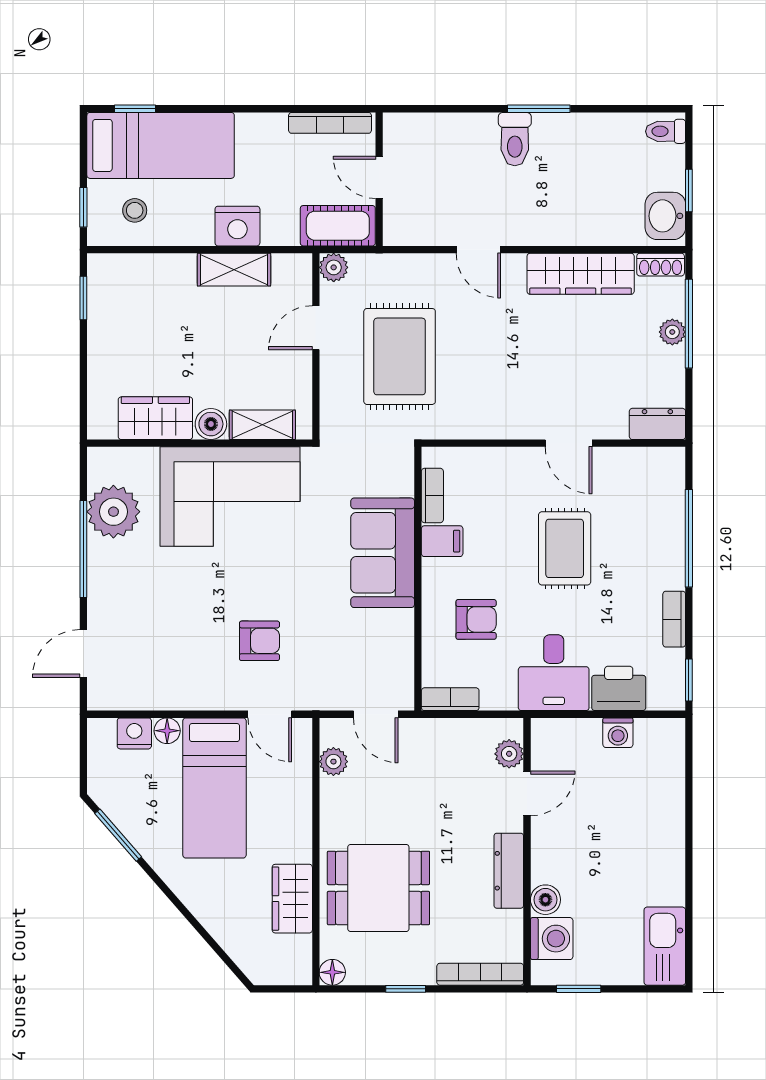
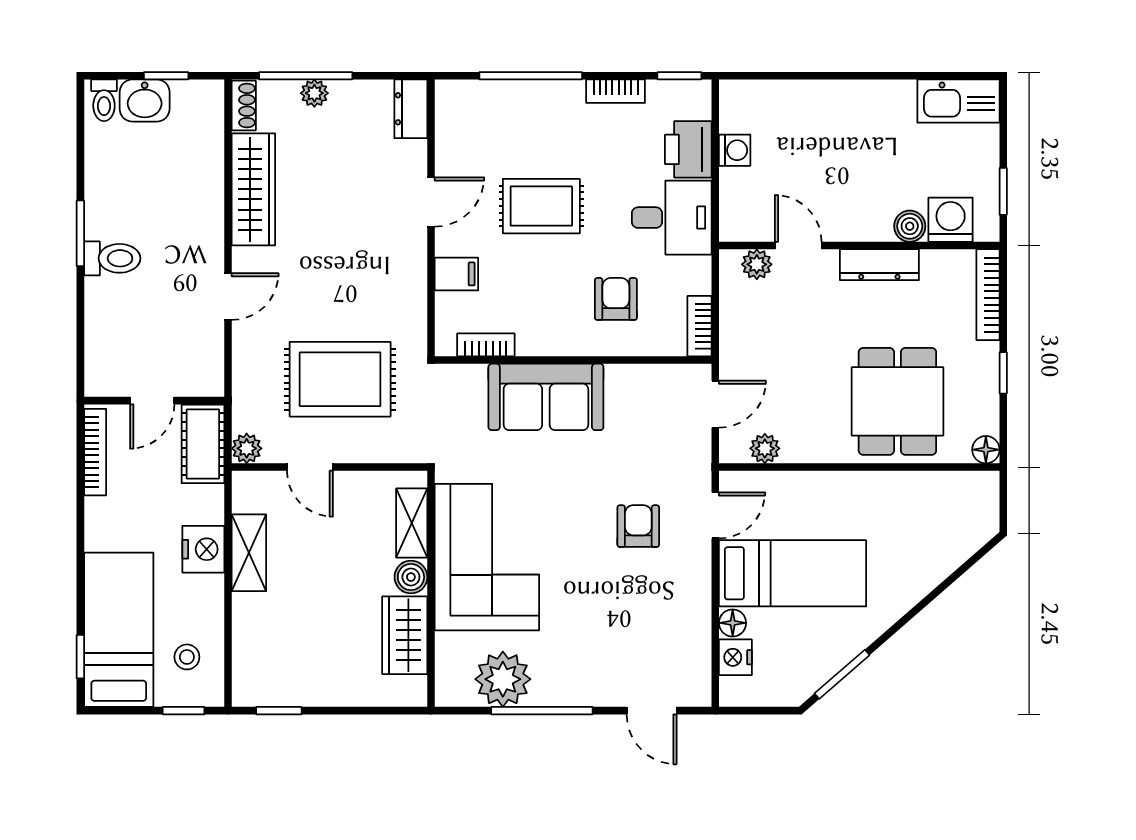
washbasin: (665, 216) -> (145, 100), moved
filing cabinet: (442, 541) -> (456, 274), moved, turned 90
wardrobe: (292, 899) -> (909, 492), removed

